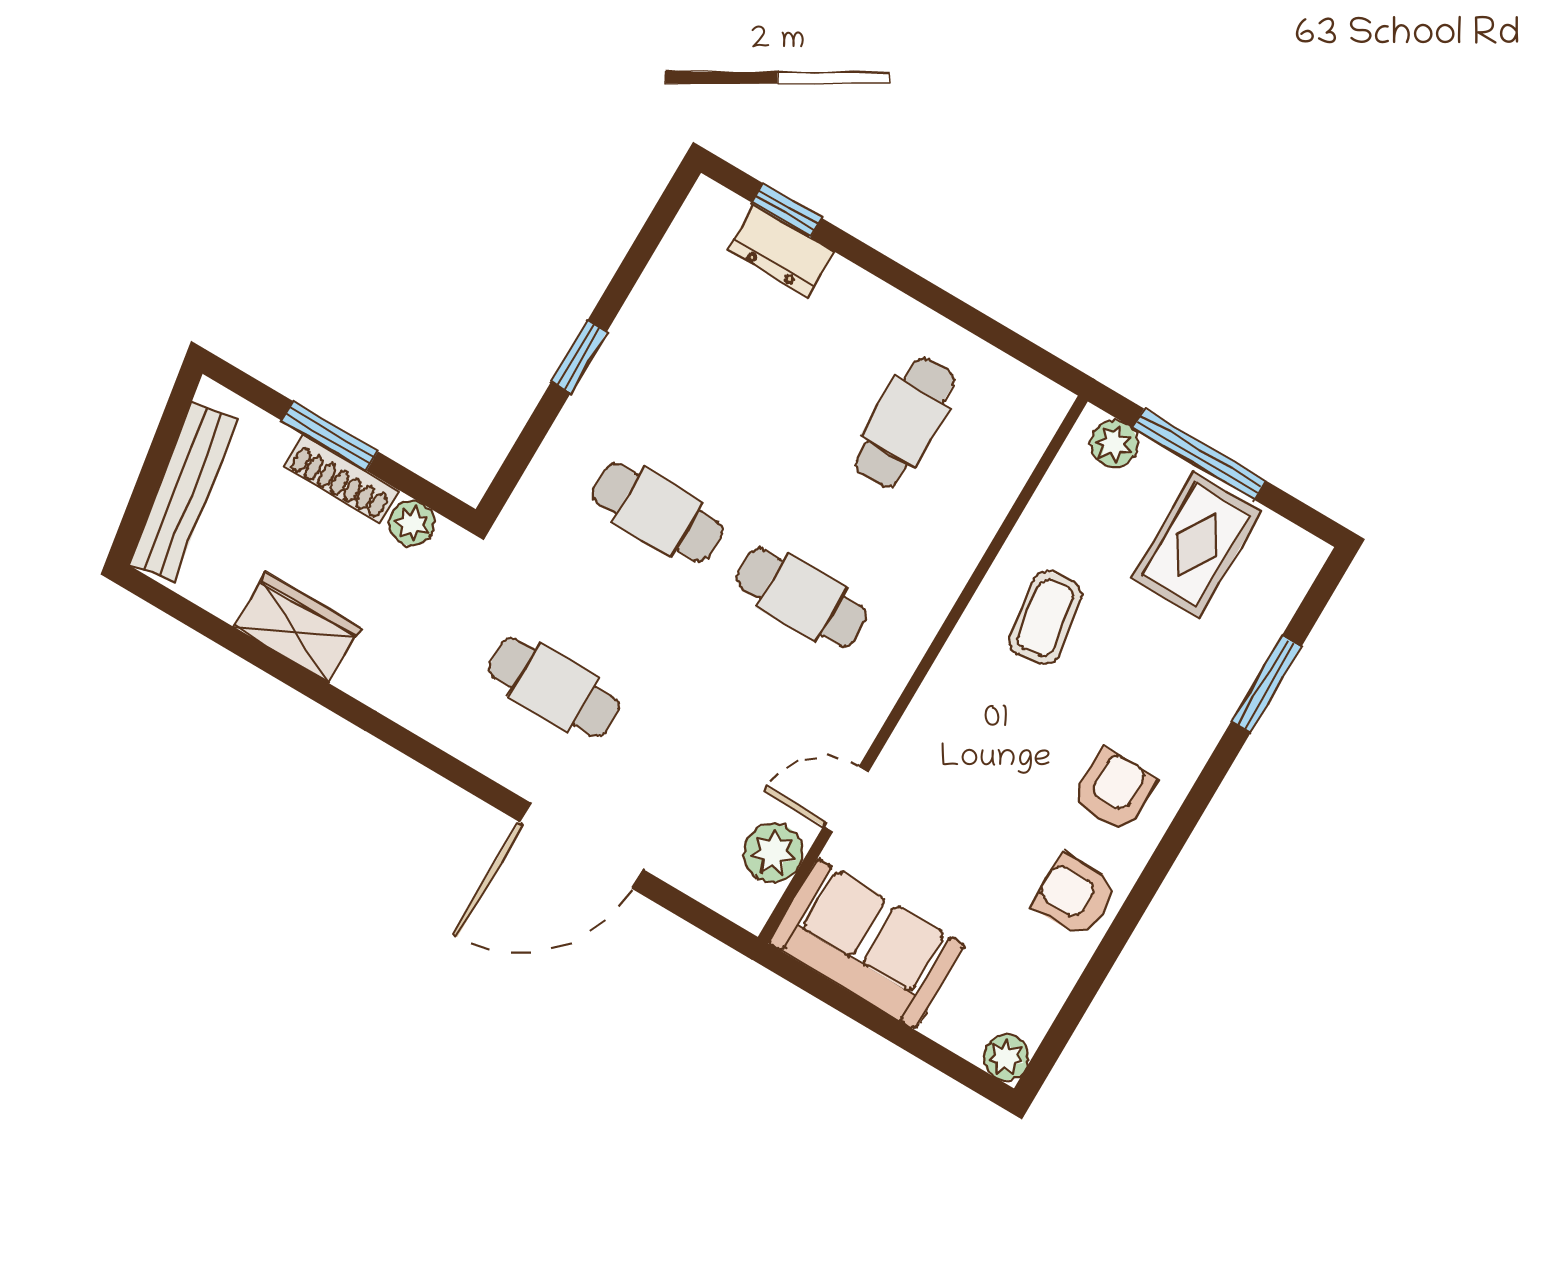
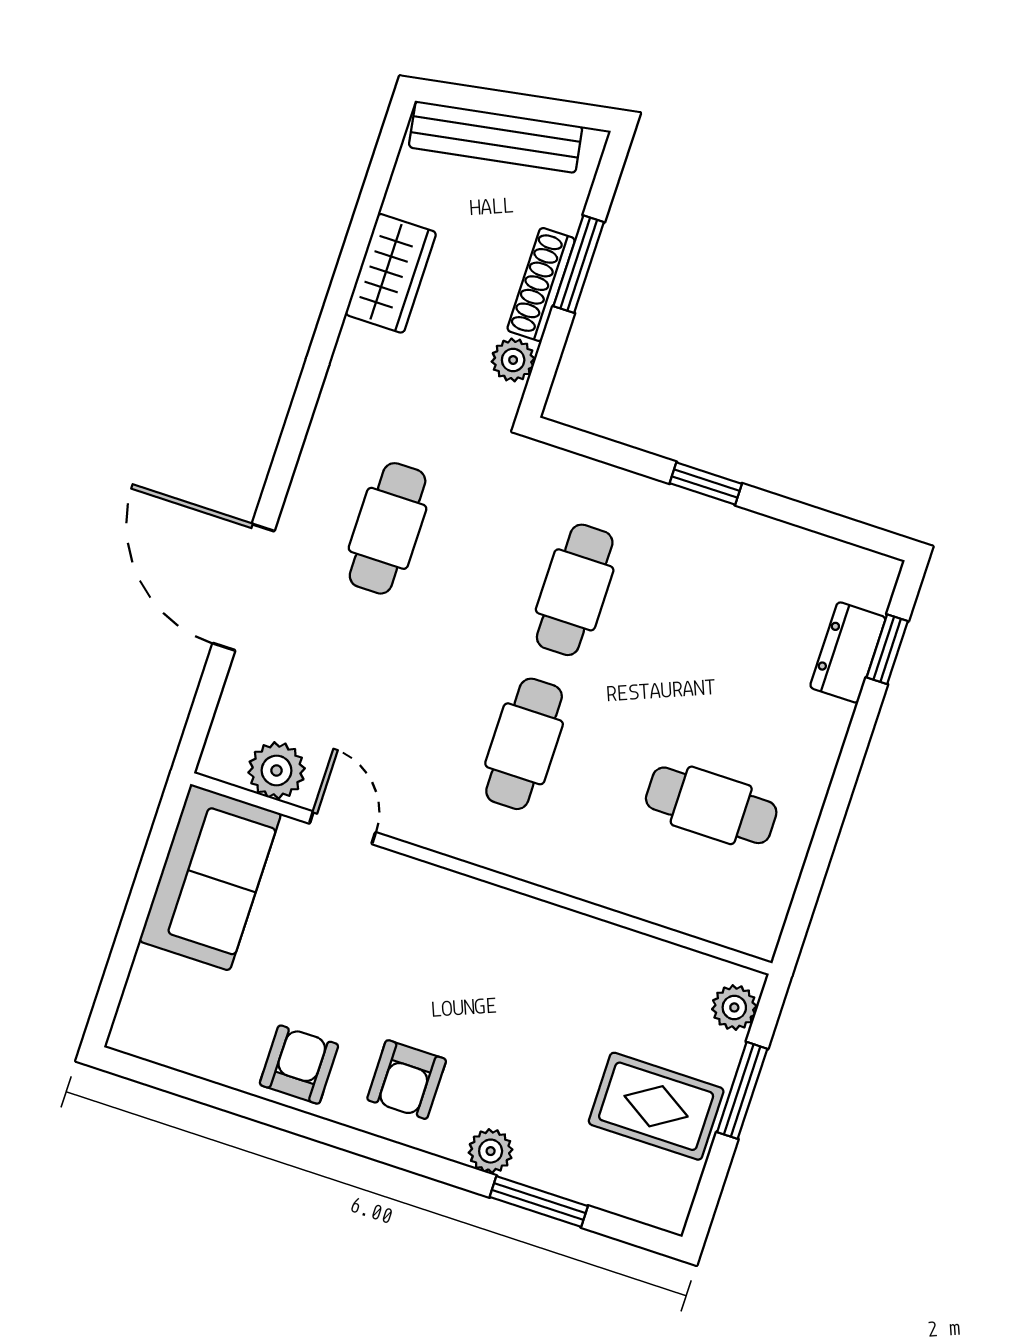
window: (1199, 454) -> (742, 1090), width x0.69
coffee table: (1046, 618) -> (556, 979), removed
armchair: (1114, 790) -> (407, 1080), turned 90
plant: (1006, 1057) -> (491, 1151), moved

